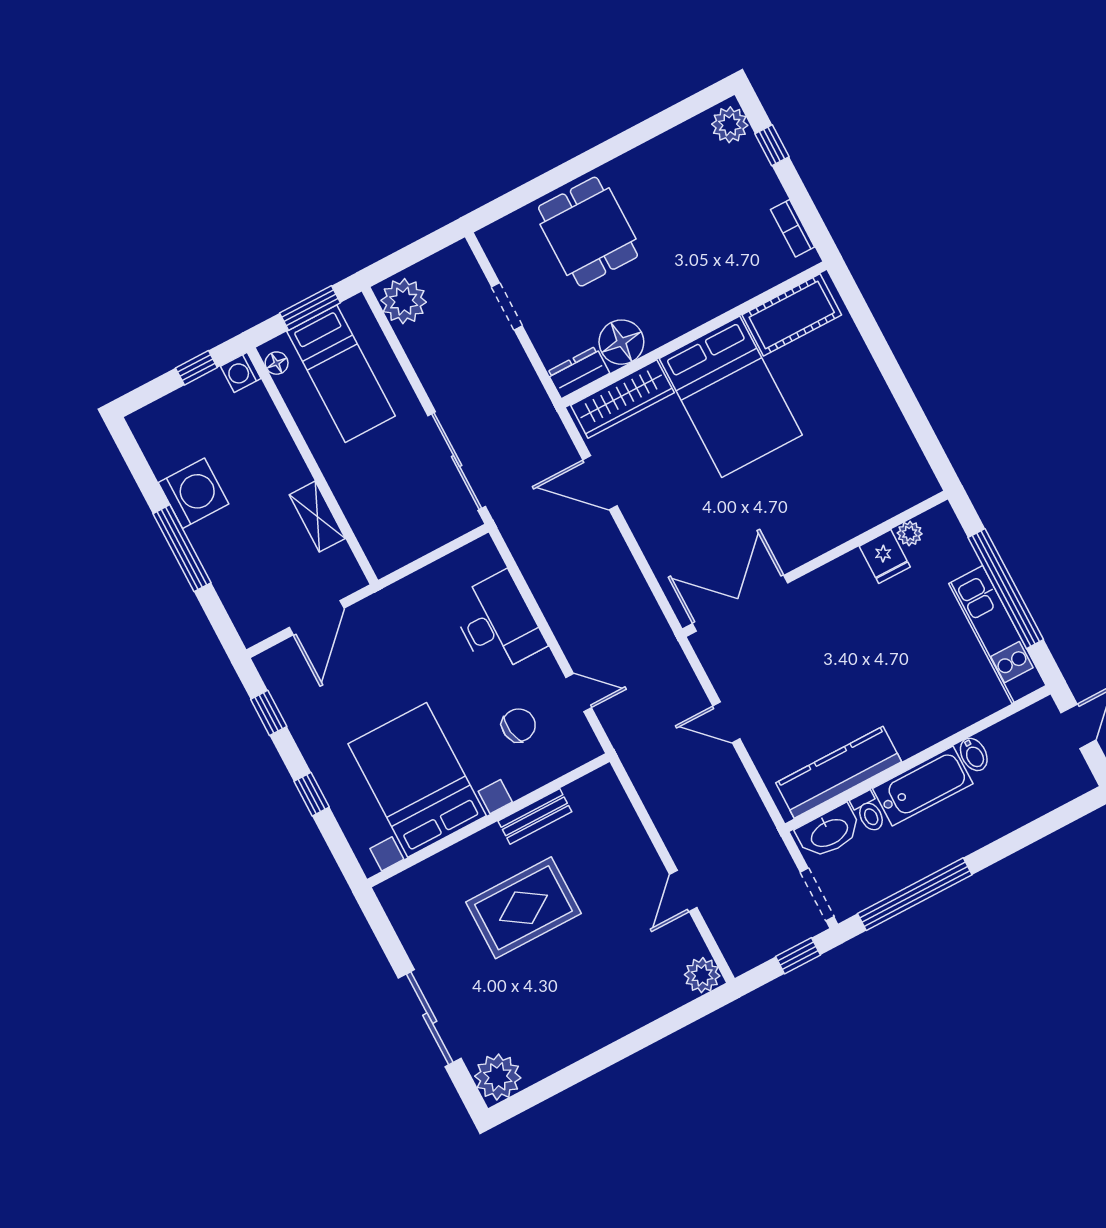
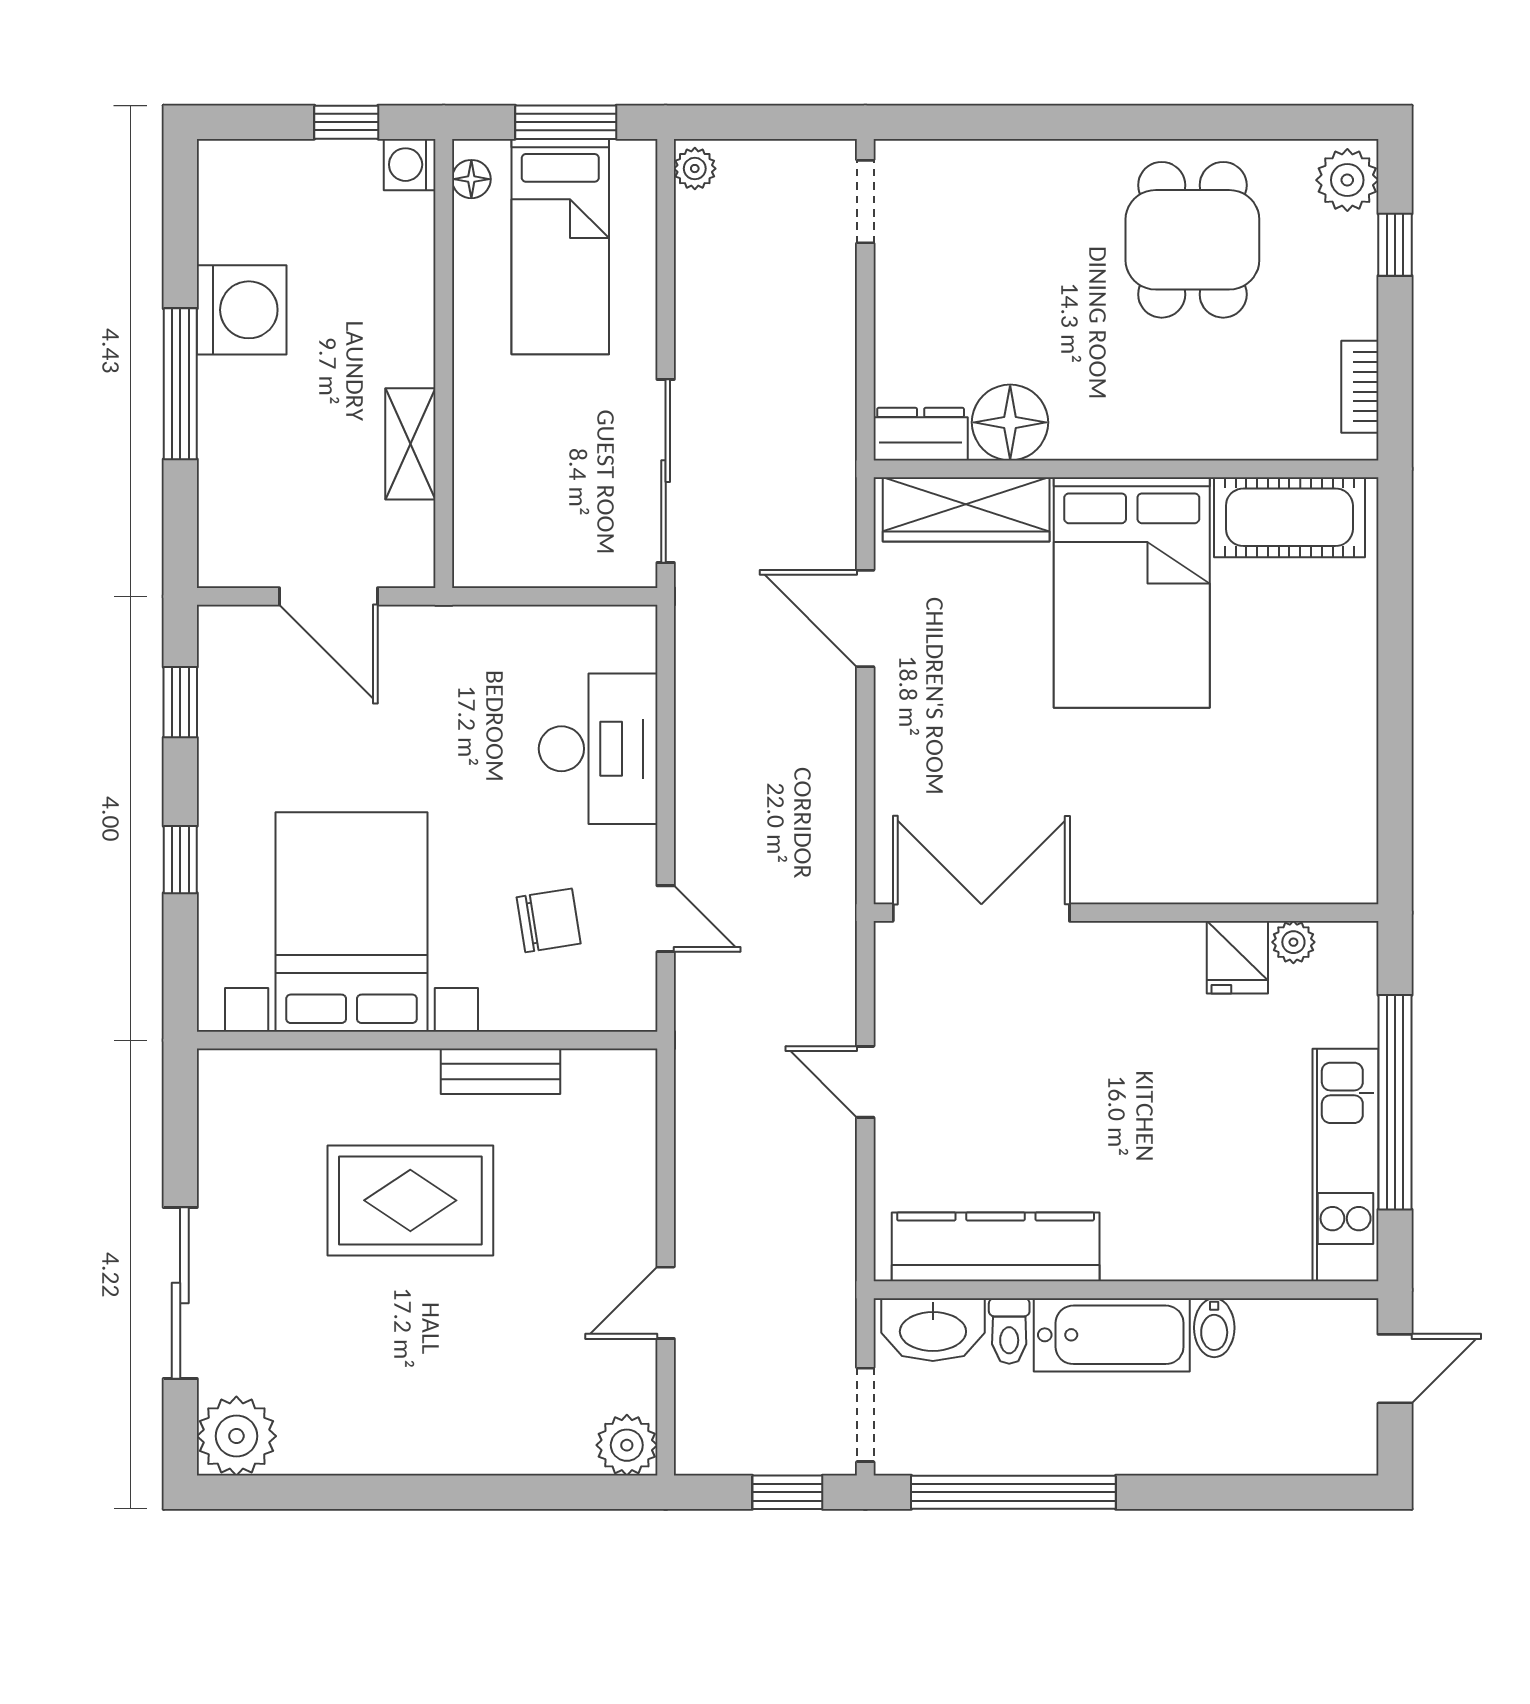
dining table: (588, 232) -> (1192, 240), moved
plant: (404, 301) -> (695, 169), width x0.53, depth x0.53
doorway: (507, 306) -> (865, 202), moved
door: (317, 618) -> (329, 596), hinge flipped

